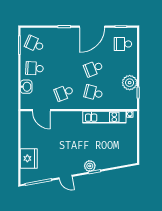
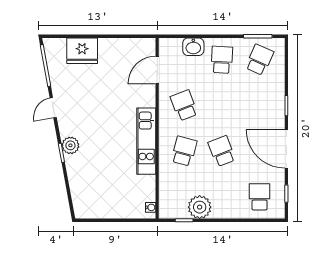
kitchen unit: (104, 117) -> (146, 141), moved

